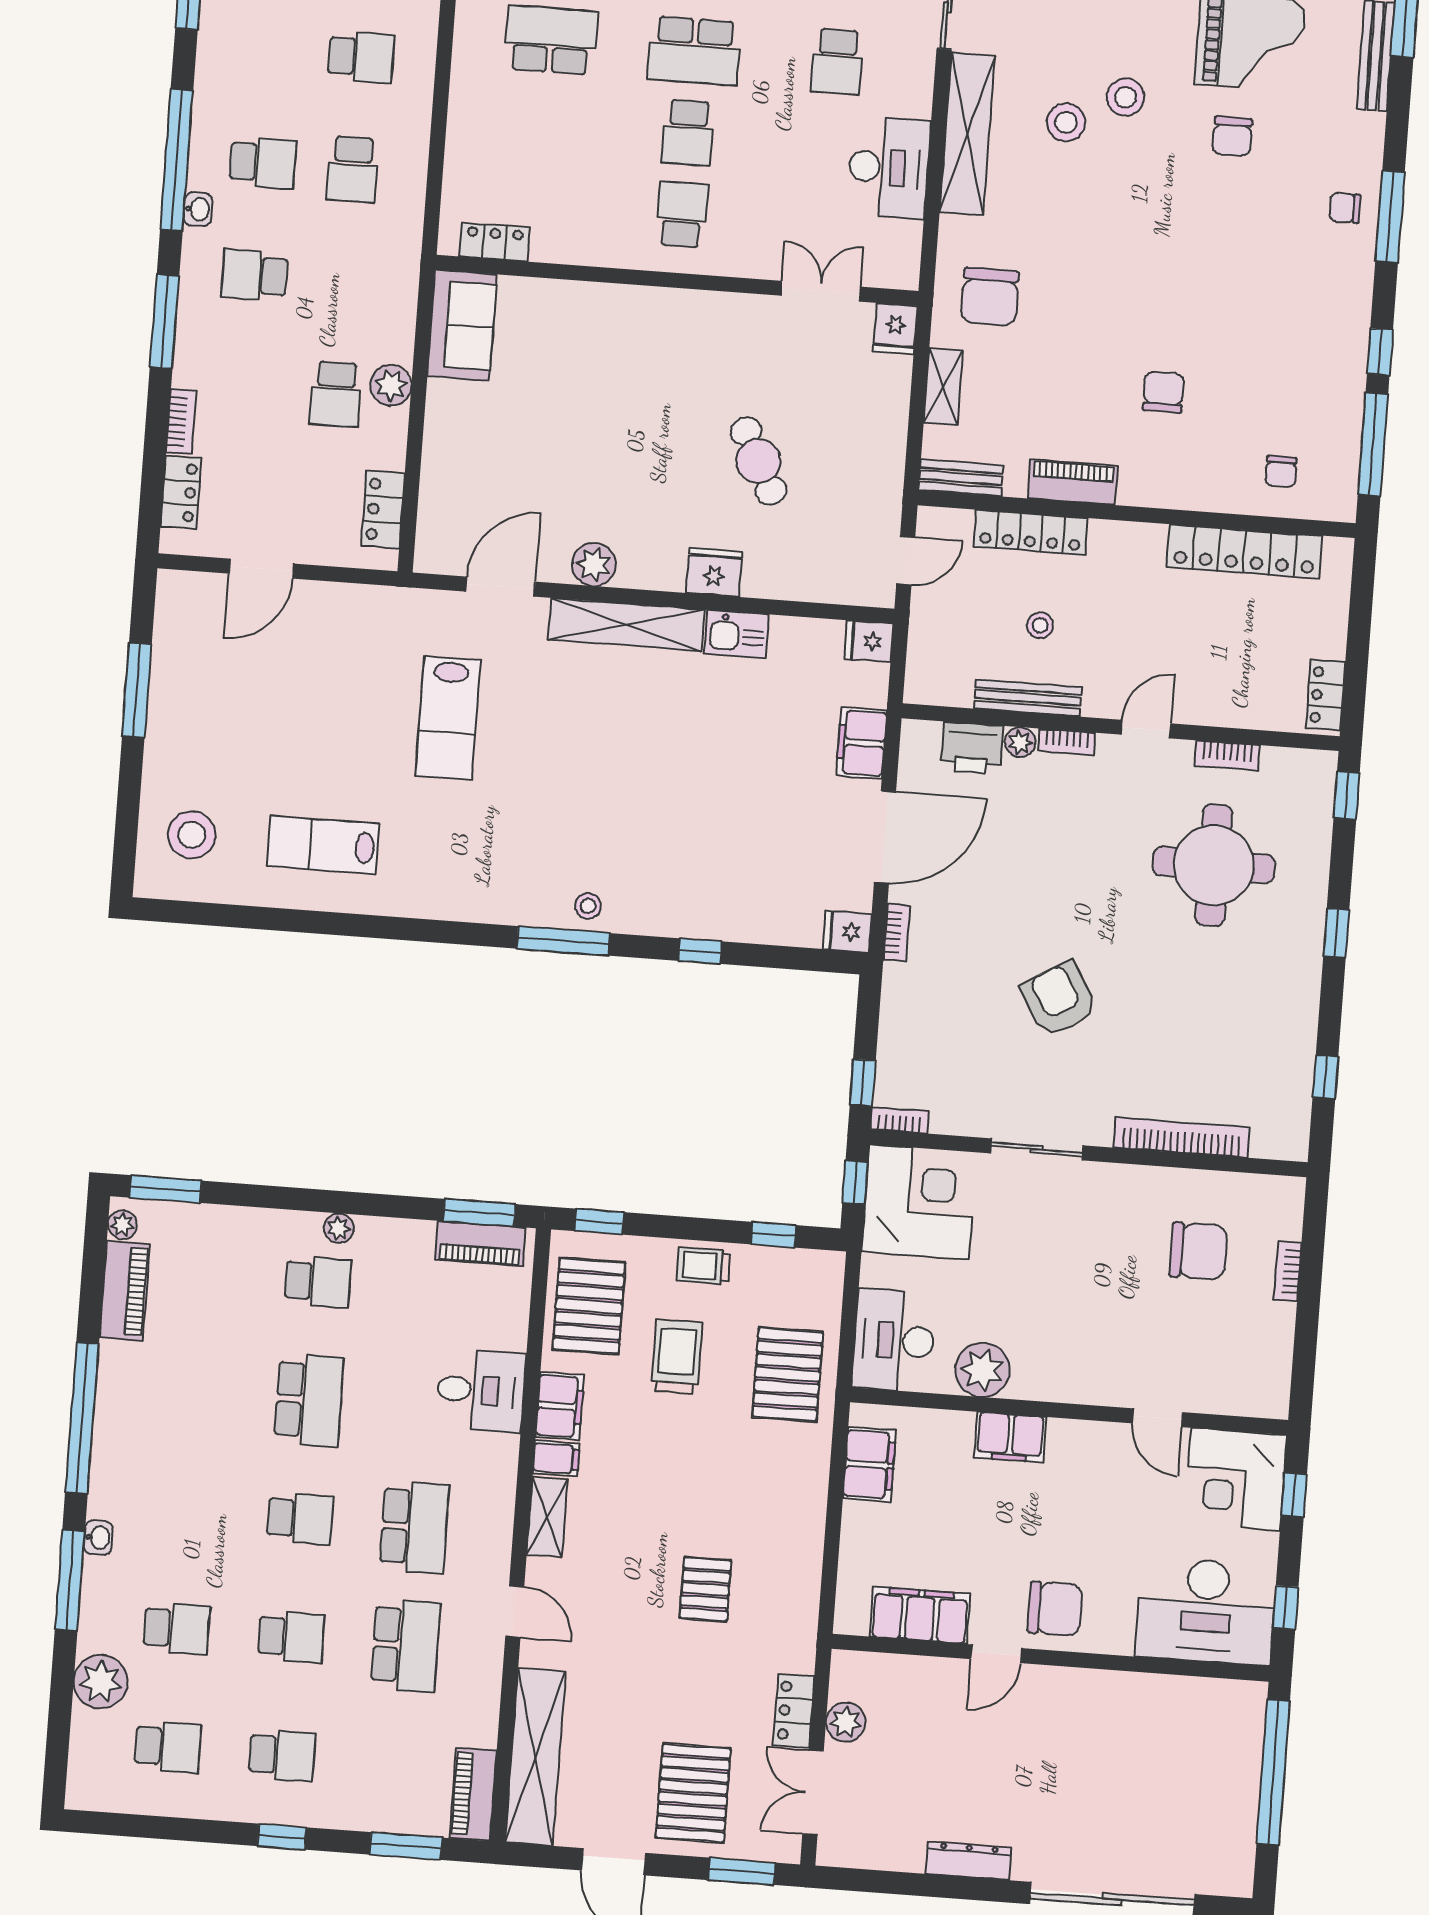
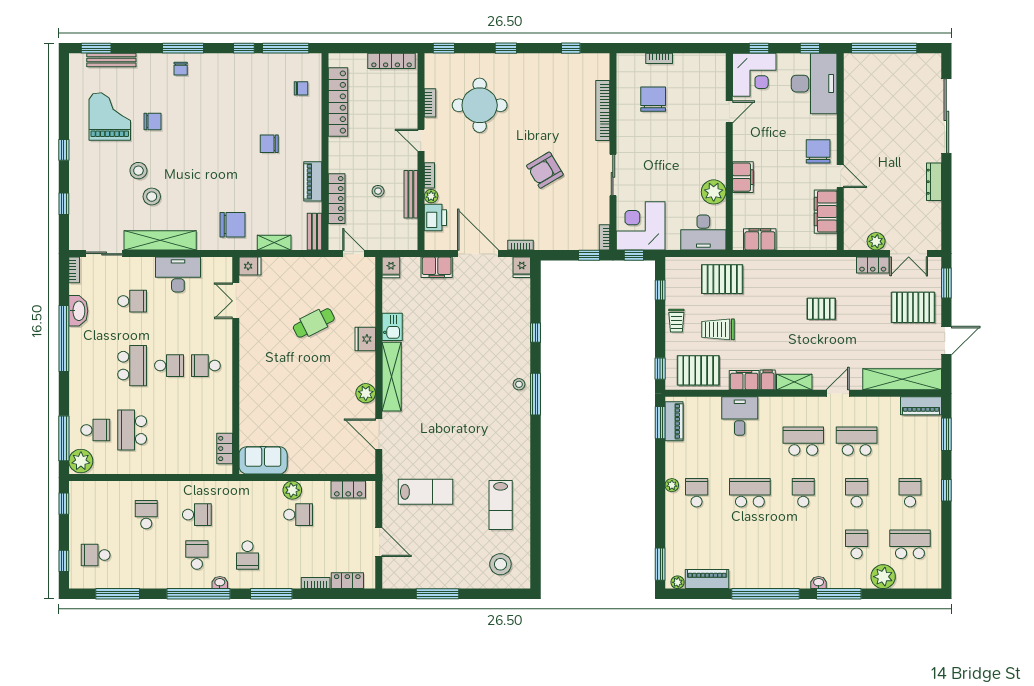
locker: (1325, 695) -> (392, 61), width x1.53
lab bench: (448, 718) -> (426, 492), moved
school desk: (168, 1747) -> (910, 544), width x1.85

